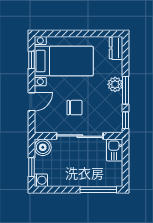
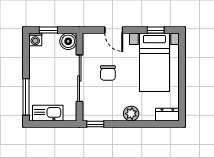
window: (126, 90) -> (125, 124), removed
kitchen sink: (115, 150) -> (48, 113), moved, width x1.38

